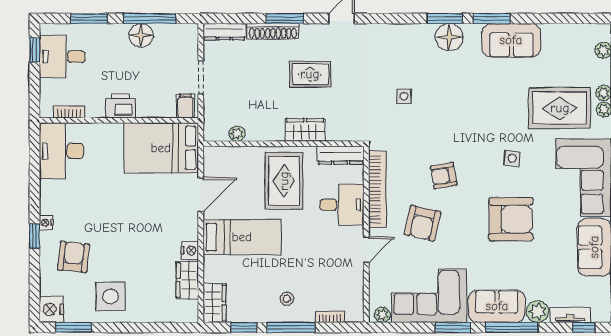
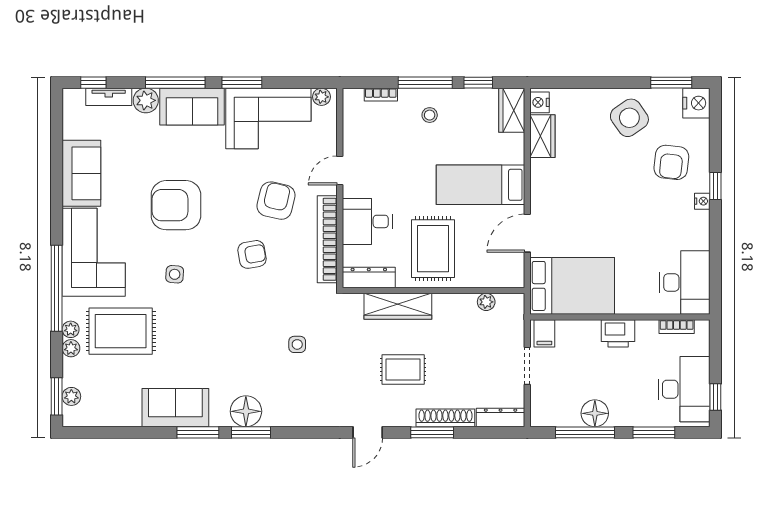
desk: (62, 57) -> (684, 389), width x1.37
wardrobe: (305, 130) -> (398, 306), width x1.50
nightstand: (190, 250) -> (540, 102), moved
side table: (111, 296) -> (629, 118), turned -35

